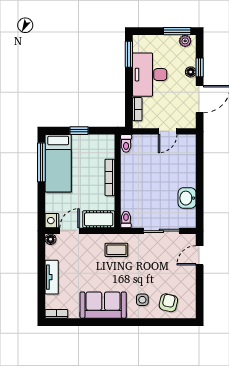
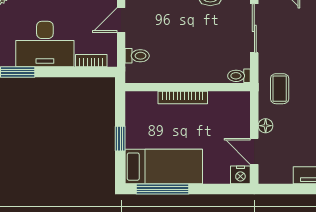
door: (168, 131) -> (121, 20), swing flipped
toilet: (126, 143) -> (137, 56), moved
cot: (99, 219) -> (239, 112), removed
floor lamp: (51, 239) -> (266, 126), moved

